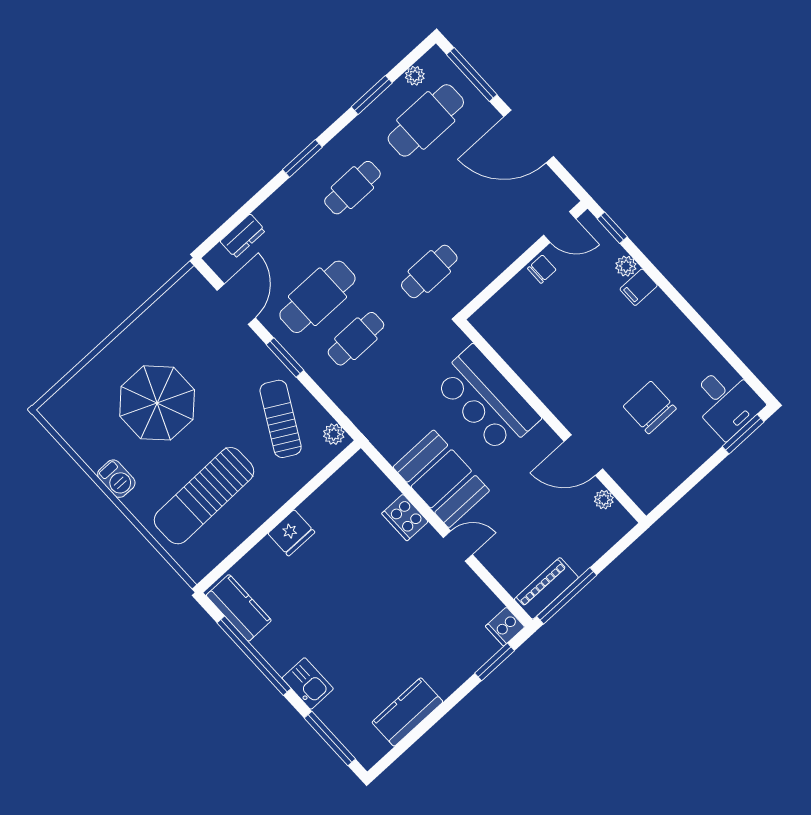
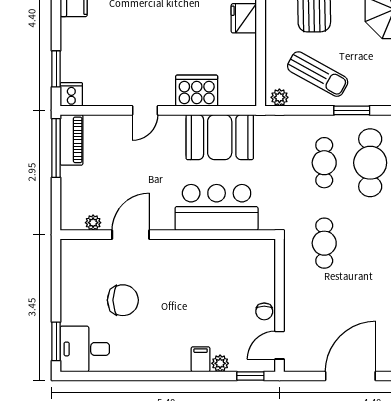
booth: (441, 479) -> (220, 137), moved
cooker: (405, 518) -> (197, 91), width x1.37, depth x1.31

